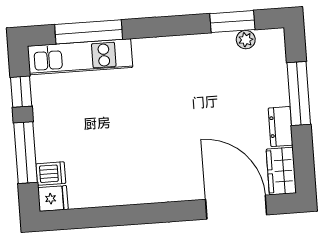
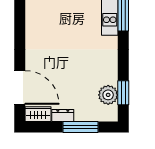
plant: (246, 40) -> (108, 95), width x1.88, depth x1.88
door: (236, 207) -> (20, 87), hinge flipped

